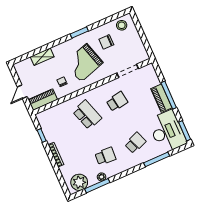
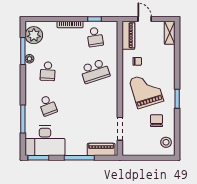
shelving: (42, 57) -> (170, 33), moved
piano: (161, 98) -> (101, 149), moved
school desk: (117, 102) -> (95, 37), moved

